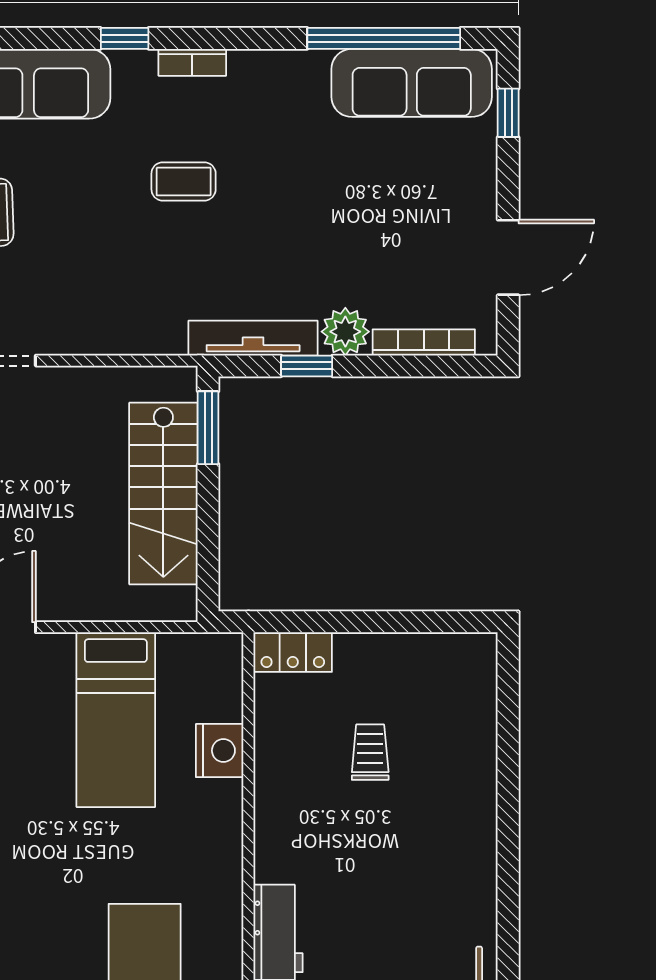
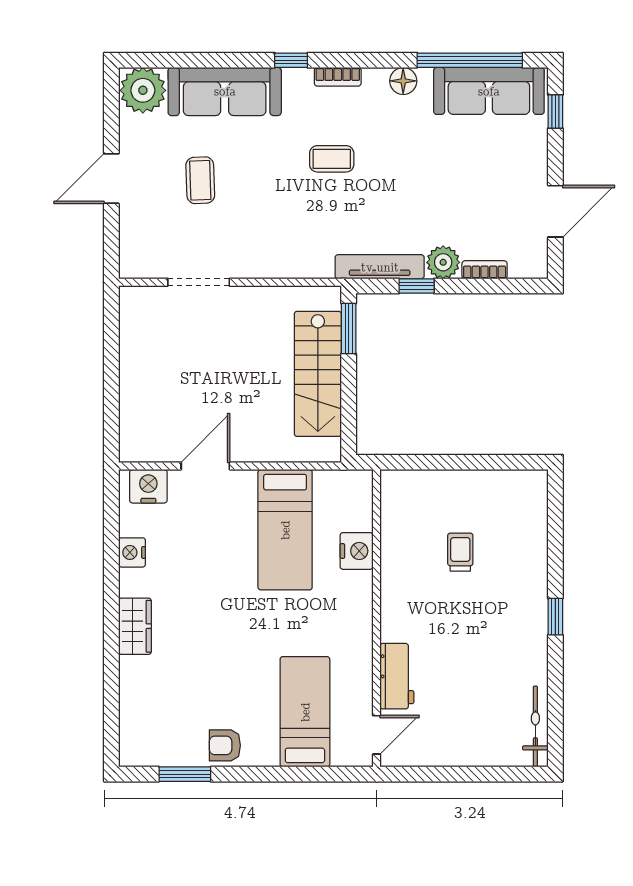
floor lamp: (287, 68) -> (403, 81), added
bookcase: (424, 342) -> (485, 270), width x0.64
locker: (293, 652) -> (407, 483), removed
window: (508, 846) -> (555, 617), added

